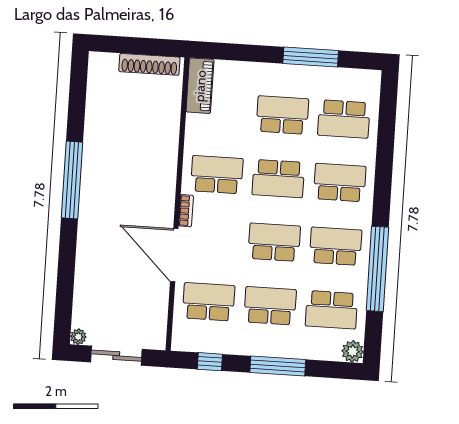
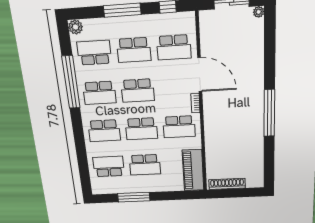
piano: (200, 86) -> (193, 170), width x1.37, depth x1.33
school desk: (278, 179) -> (141, 129), turned 180

